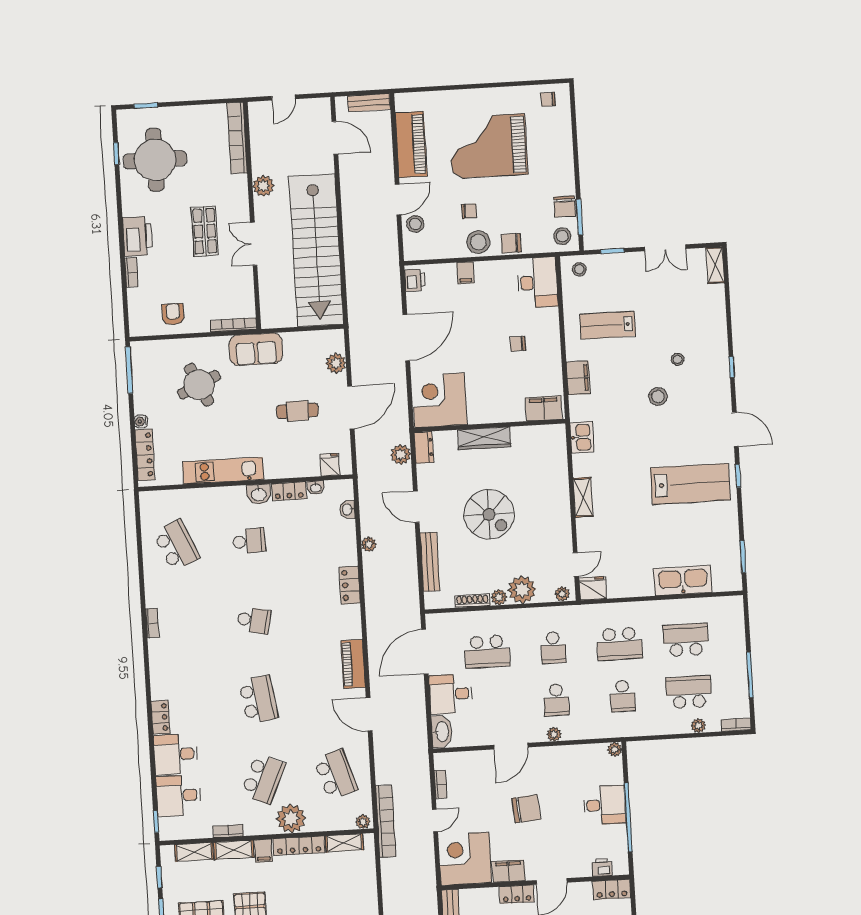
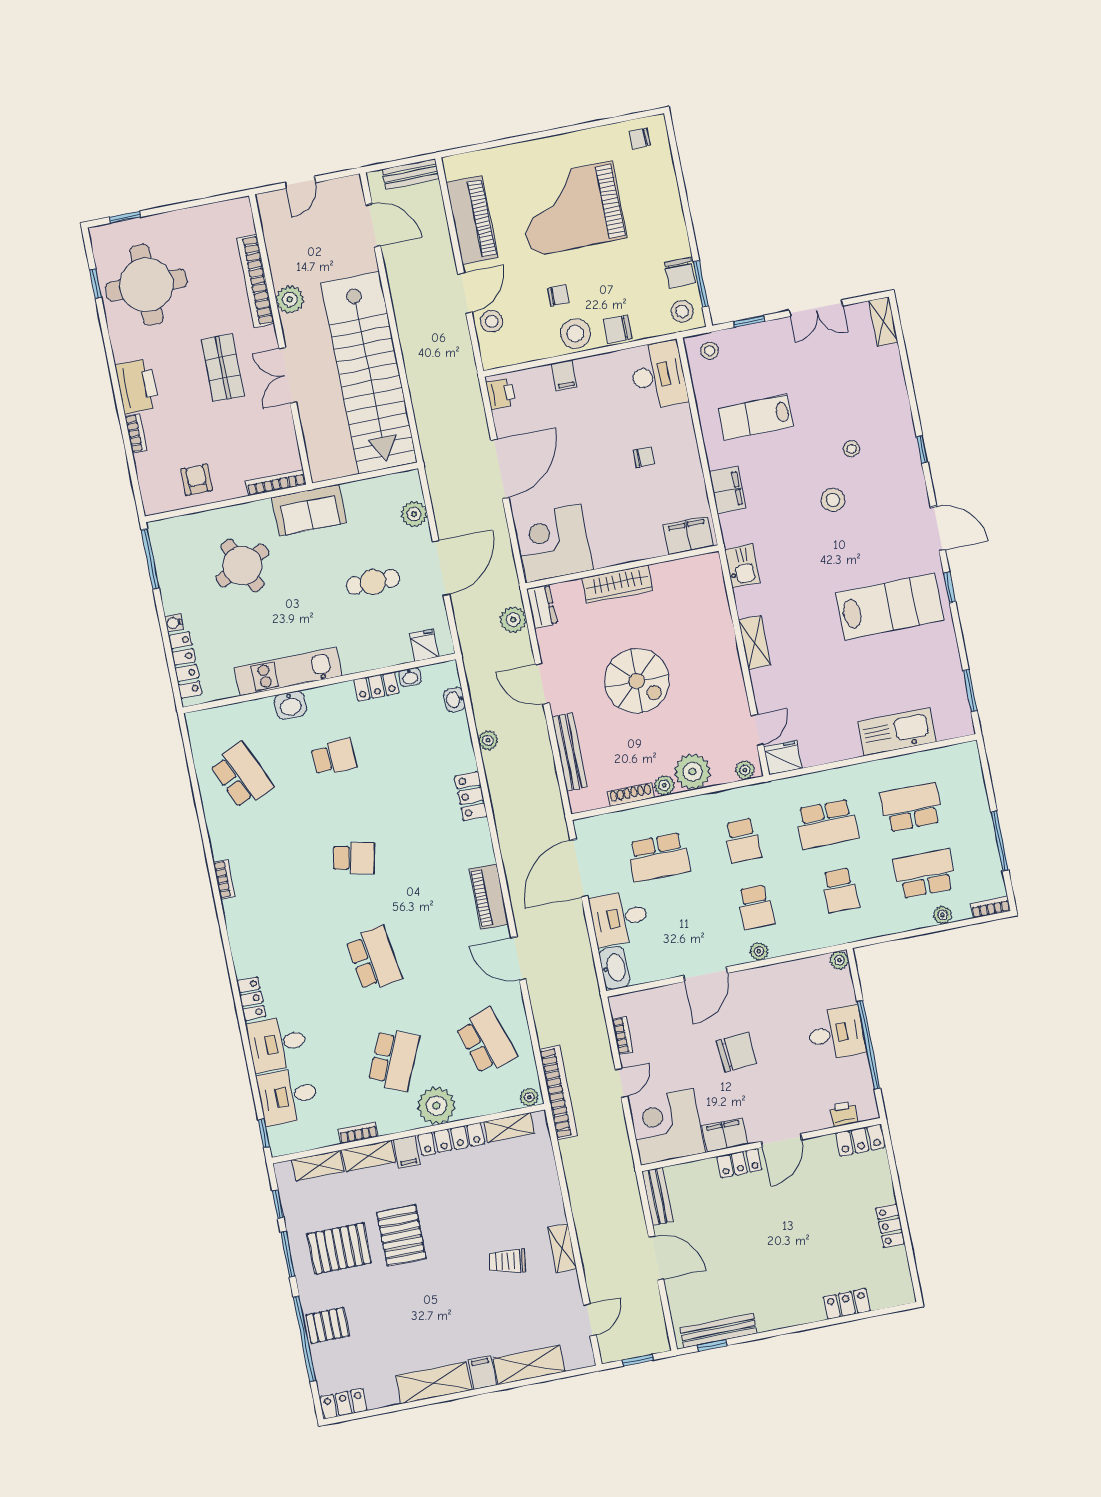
bookcase: (237, 138) -> (255, 281), moved
chair: (518, 344) -> (644, 457), turned 180
washbasin: (259, 494) -> (290, 705), moved

